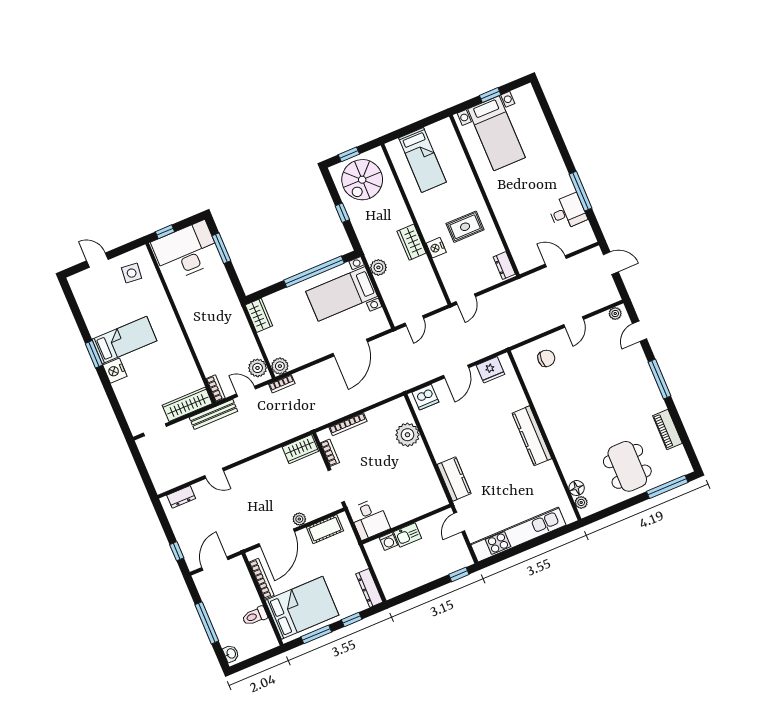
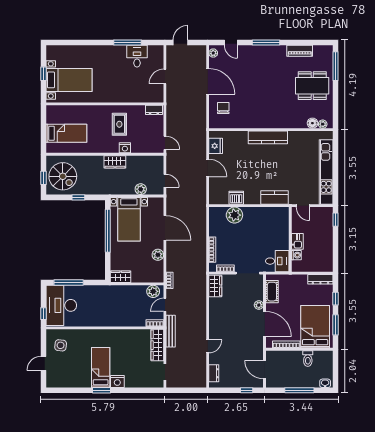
window: (221, 248) -> (69, 282), width x1.44
plant: (378, 267) -> (141, 189), moved
door: (574, 322) -> (208, 81), width x1.87
plant: (280, 366) -> (158, 255), moved
dishwasher: (425, 397) -> (236, 198), moved, turned -90

